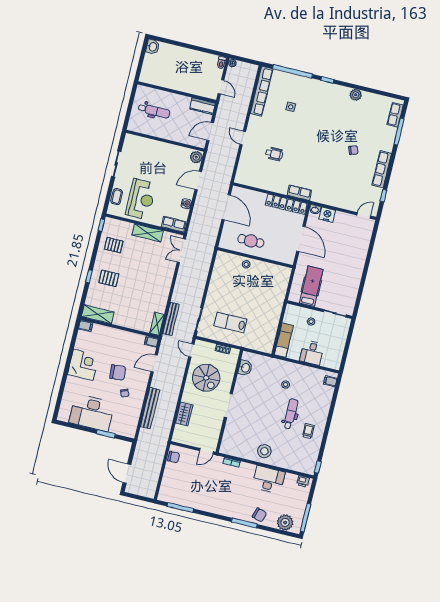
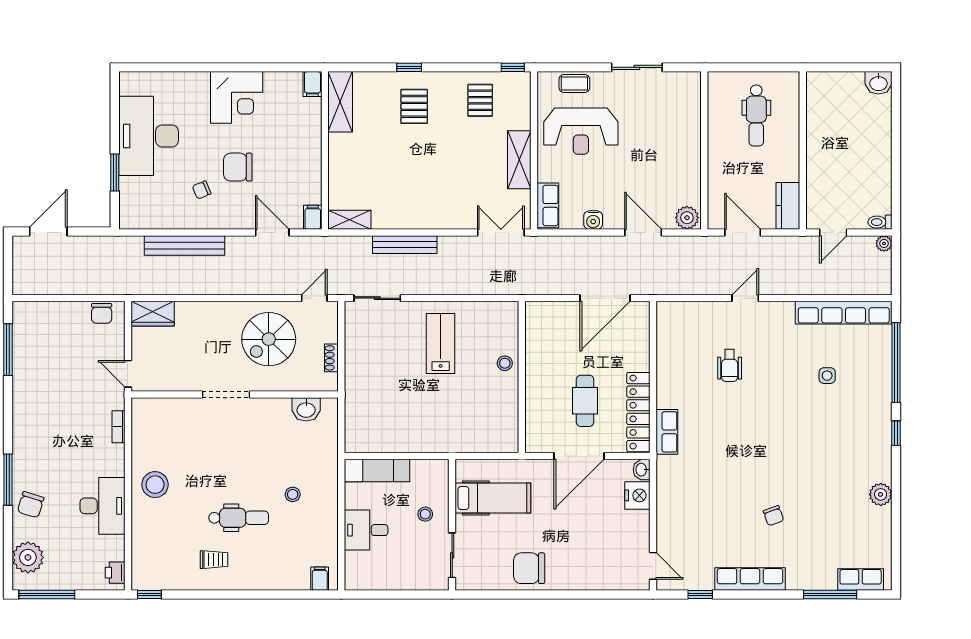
cafe table: (251, 241) -> (585, 401), moved
chair: (350, 277) -> (529, 568), added
bench: (171, 319) -> (405, 245), moved
lab bench: (230, 322) -> (441, 344), moved
chair: (118, 372) -> (238, 167), turned 94
wardrobe: (184, 414) -> (153, 314), moved

